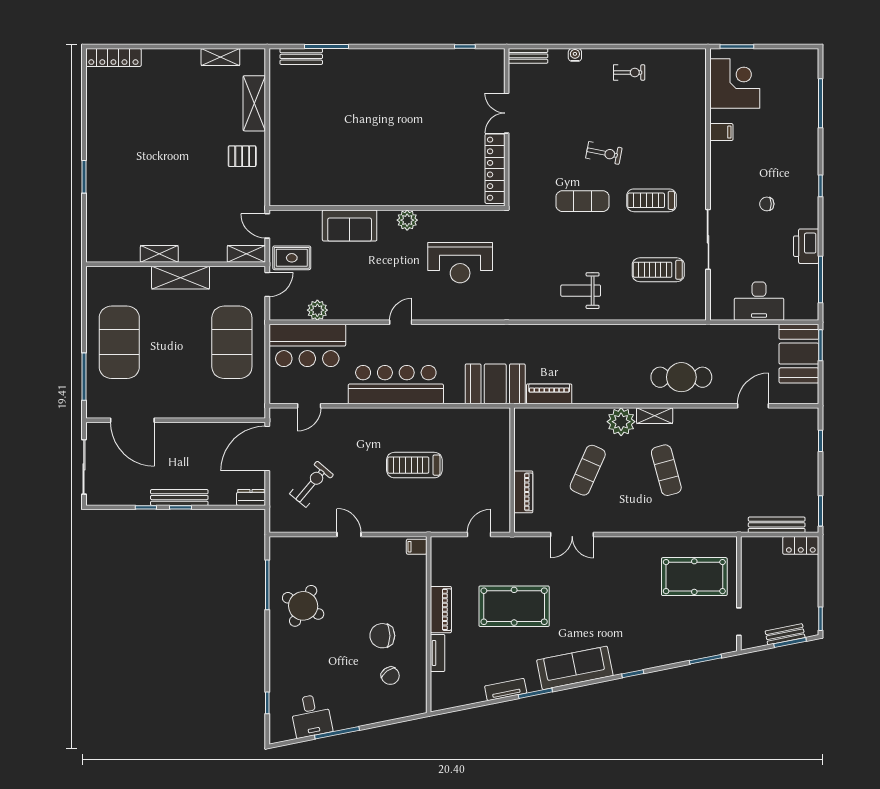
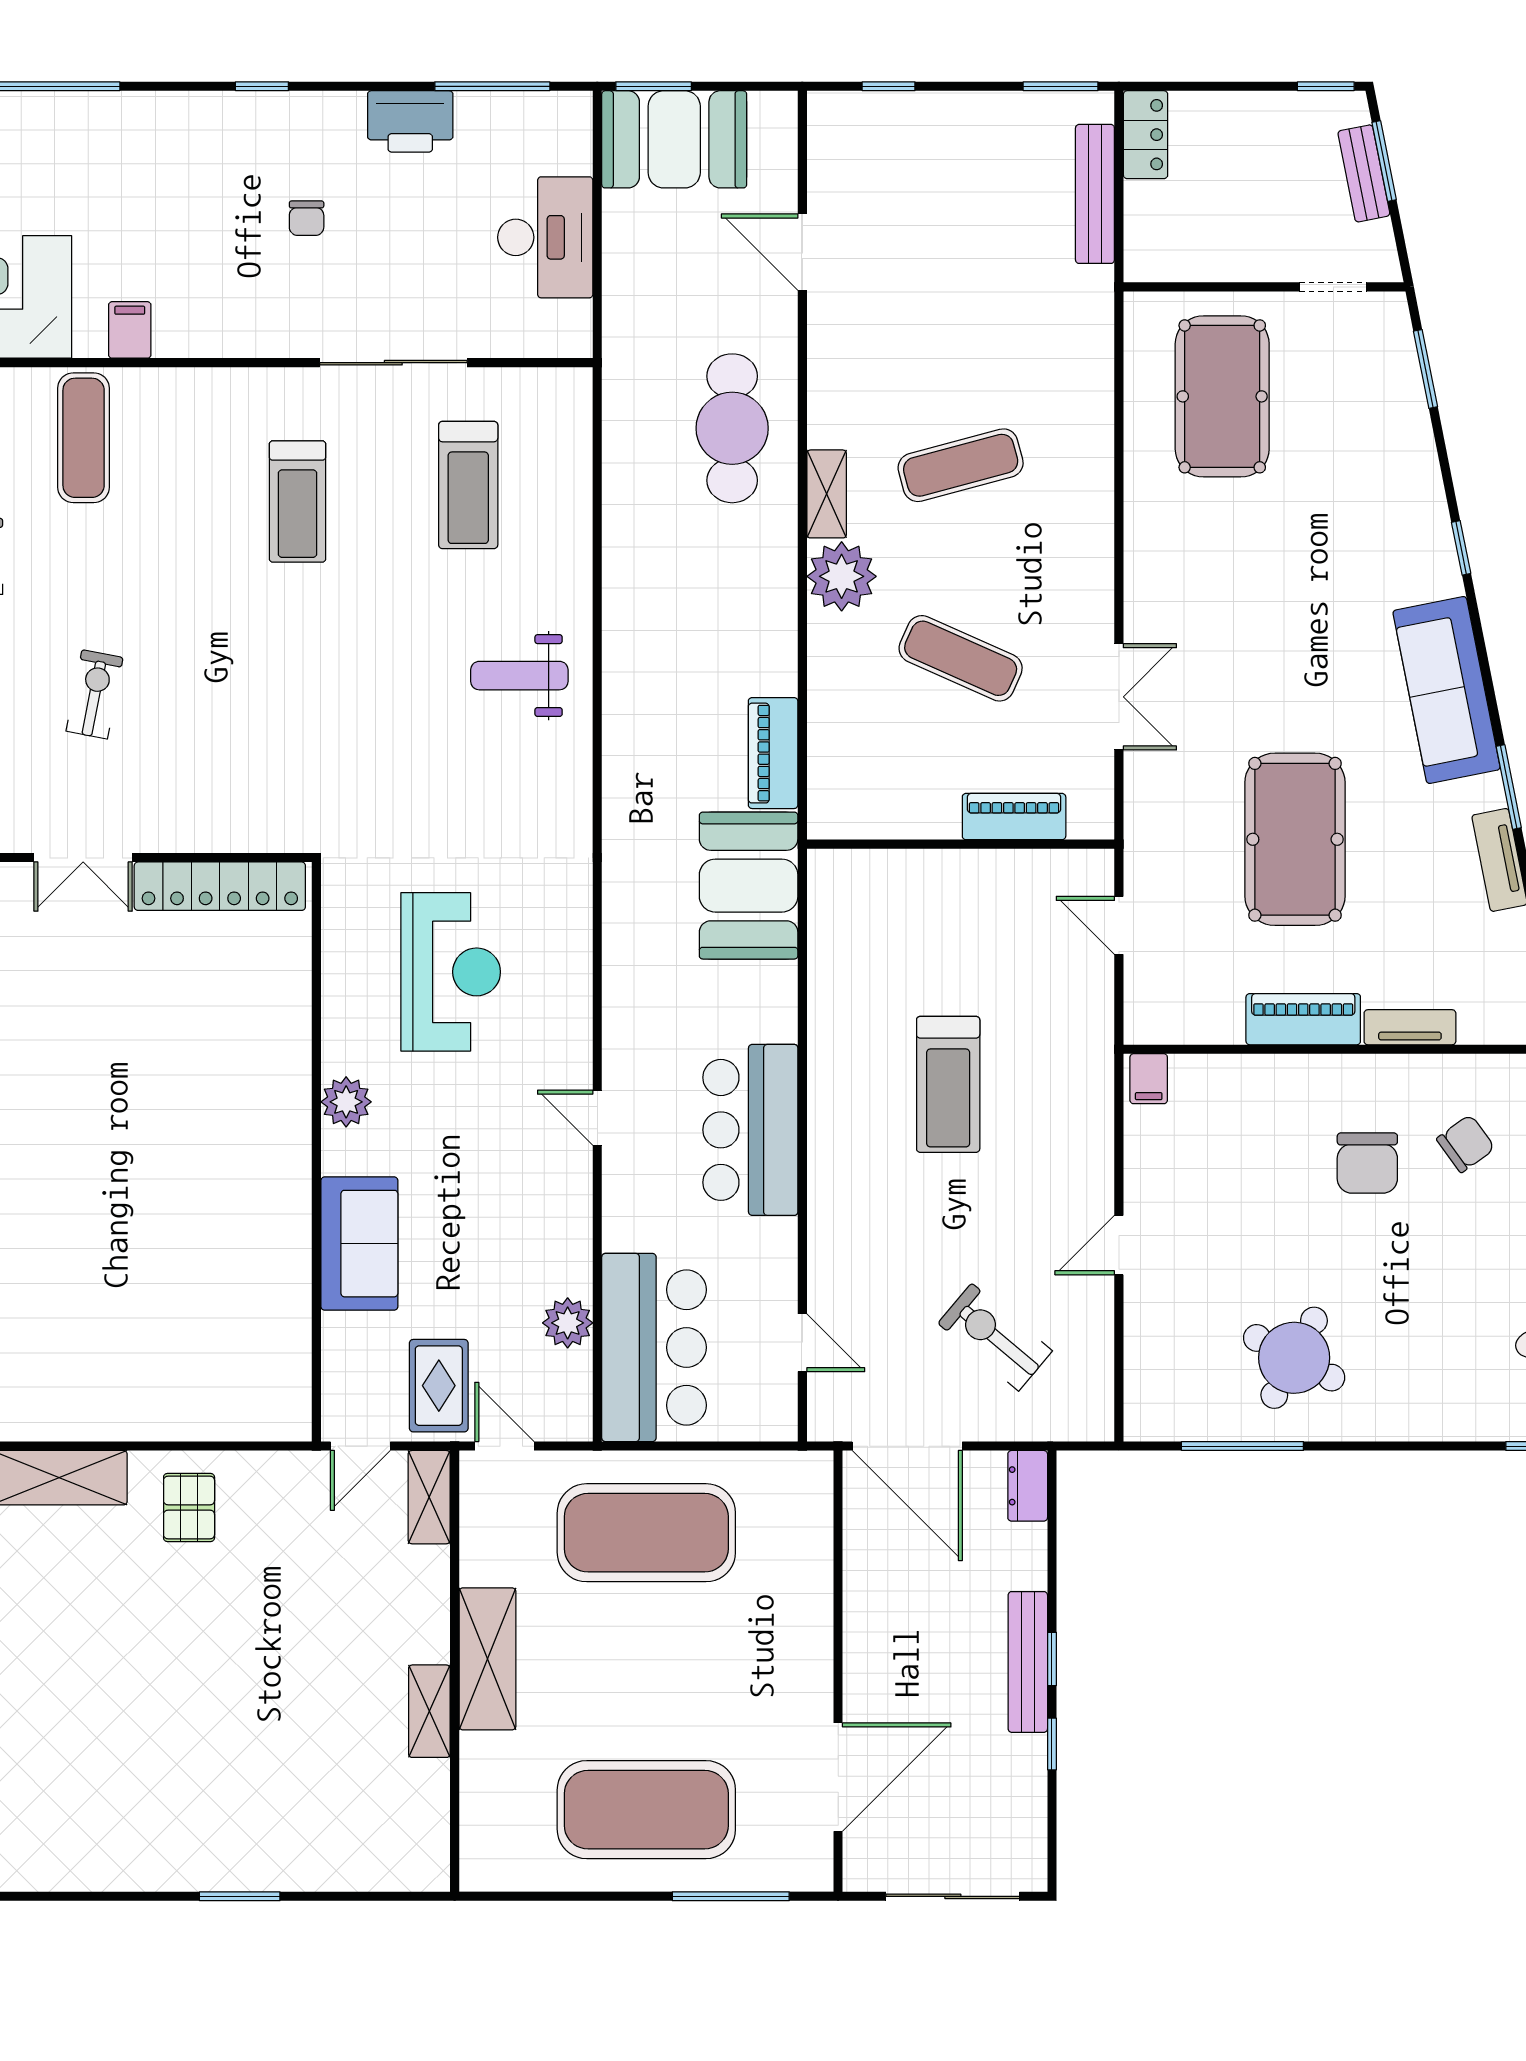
exercise bike: (604, 153) -> (95, 694), moved
exercise mat: (583, 201) -> (84, 438), moved
weight bench: (581, 291) -> (519, 676), turned 90
bar counter: (396, 385) -> (750, 1130), width x0.73

